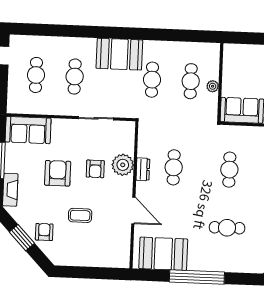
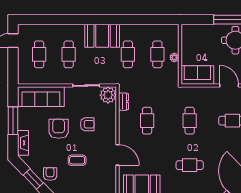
sofa: (28, 130) -> (41, 97), width x1.36
plant: (123, 165) -> (108, 95), moved
armchair: (95, 169) -> (87, 124), turned -90
dresser: (143, 169) -> (124, 102), moved

